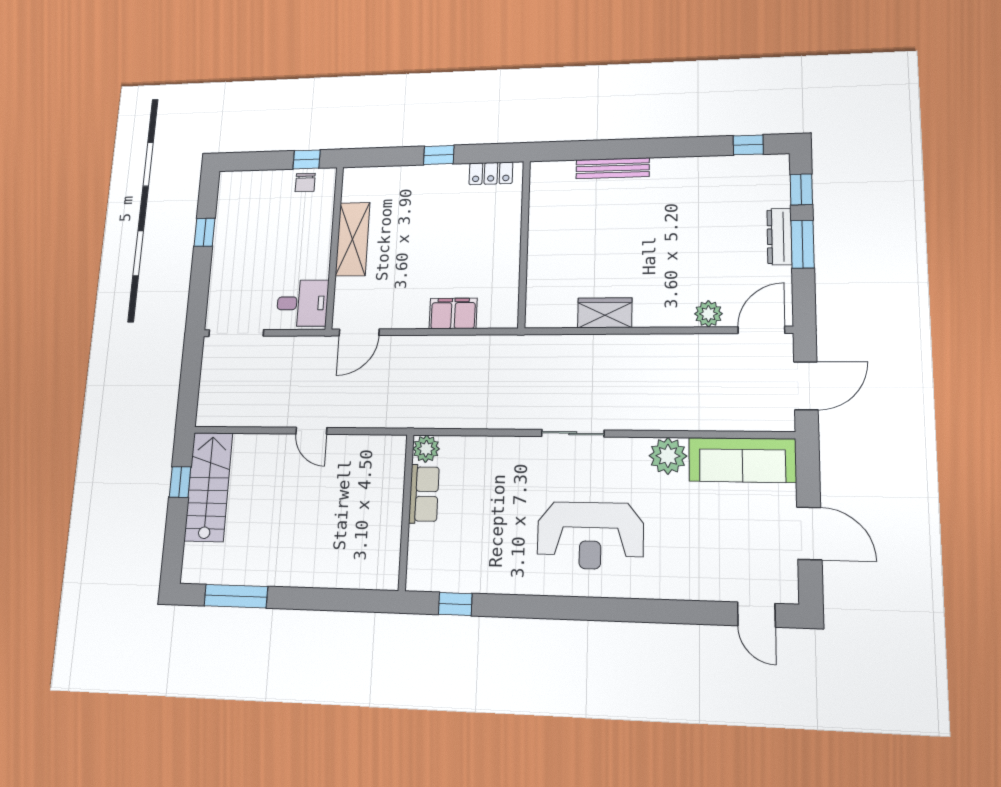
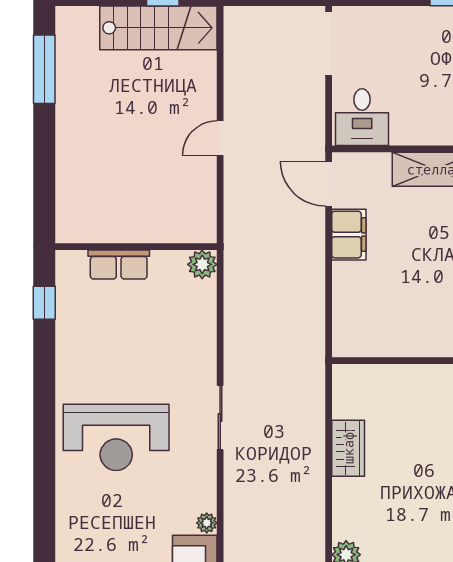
filing cabinet: (453, 313) -> (349, 235), moved
plant: (668, 456) -> (207, 523), width x0.53, depth x0.53
row of seats: (424, 494) -> (119, 265), moved
reception desk: (590, 536) -> (116, 437), turned -90

